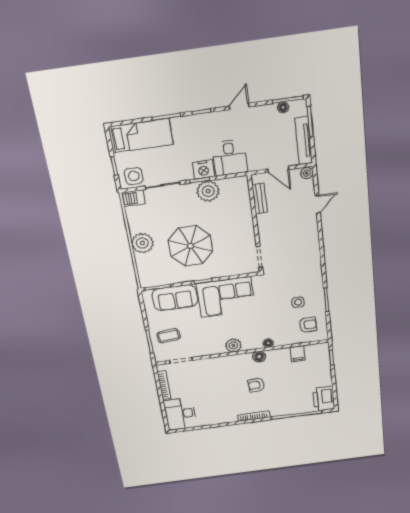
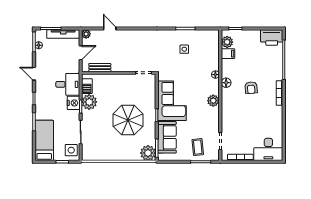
barbecue: (133, 198) -> (87, 86), moved
plant: (142, 243) -> (148, 153), moved
armchair: (308, 325) -> (204, 44), removed
plant: (313, 351) -> (227, 42), added

